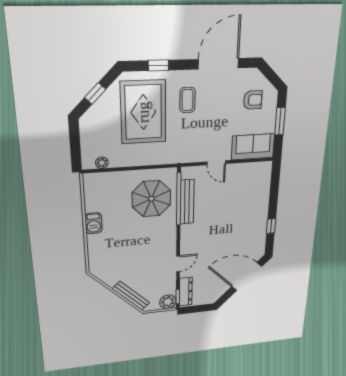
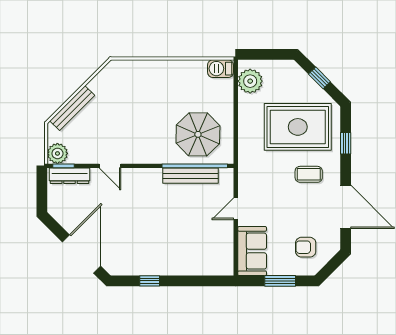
armchair: (253, 100) -> (306, 247), turned 90
plant: (102, 163) -> (250, 81), width x1.88, depth x1.88
barbecue: (94, 223) -> (220, 69), moved

